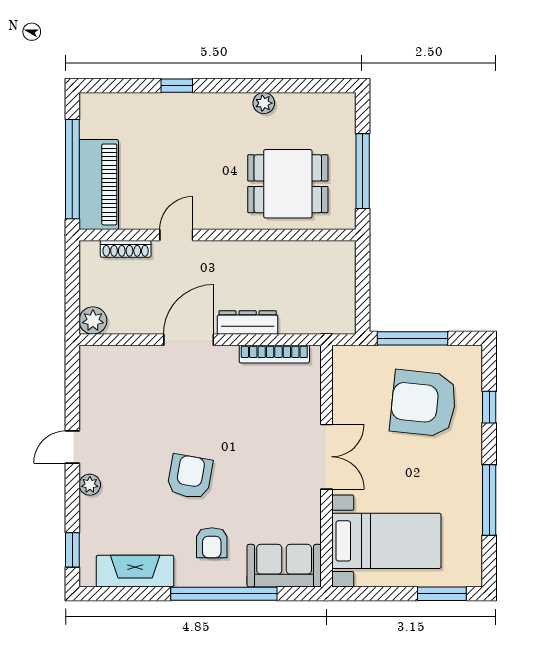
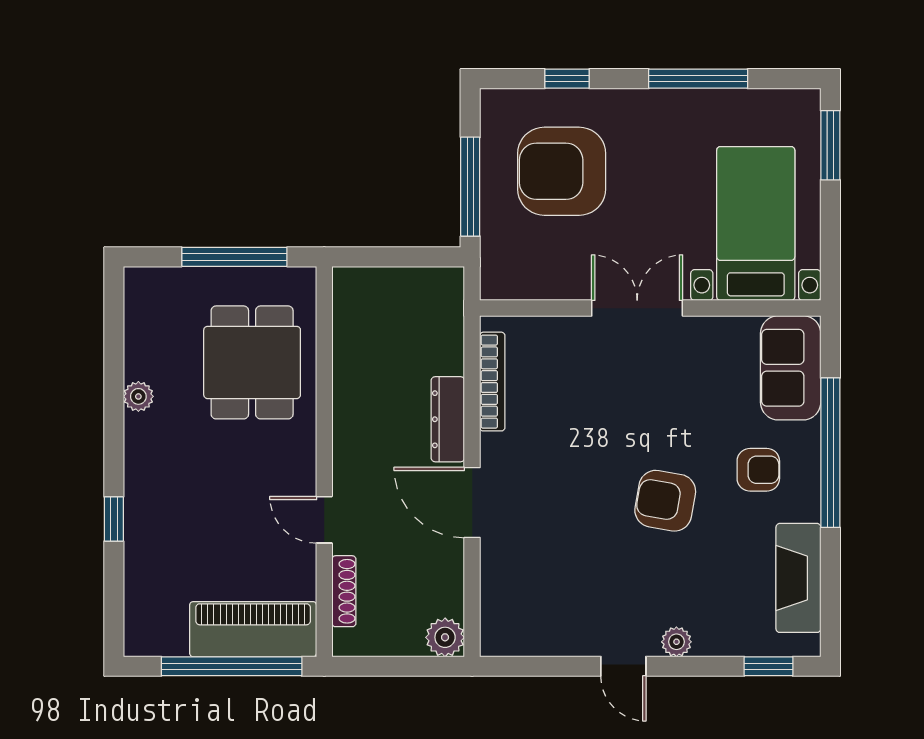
armchair: (423, 403) -> (562, 171), turned 84

